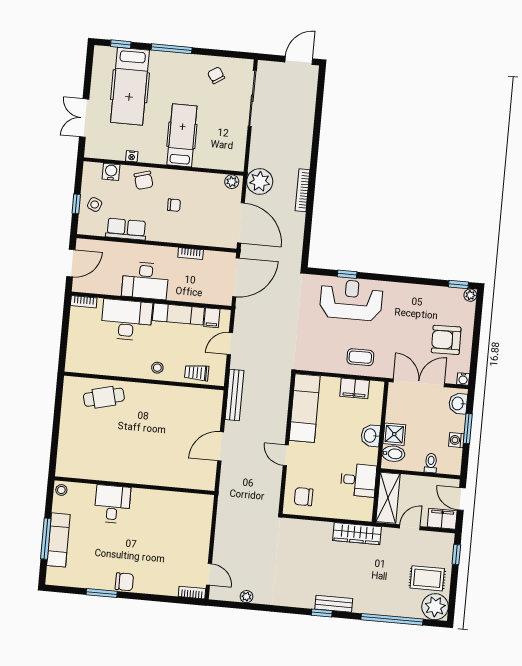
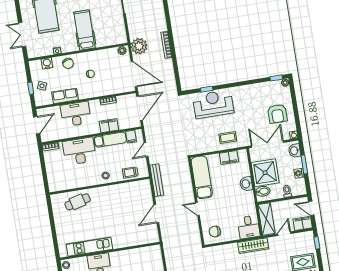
desk: (145, 281) -> (76, 114), moved, turned 180
filing cabinet: (182, 292) -> (109, 126), added
armchair: (446, 340) -> (277, 114), turned -89
shower: (394, 434) -> (265, 173), width x1.86, depth x1.86
kitchen unit: (104, 471) -> (89, 247), added
desk: (358, 480) -> (249, 227), moved, turned 90

